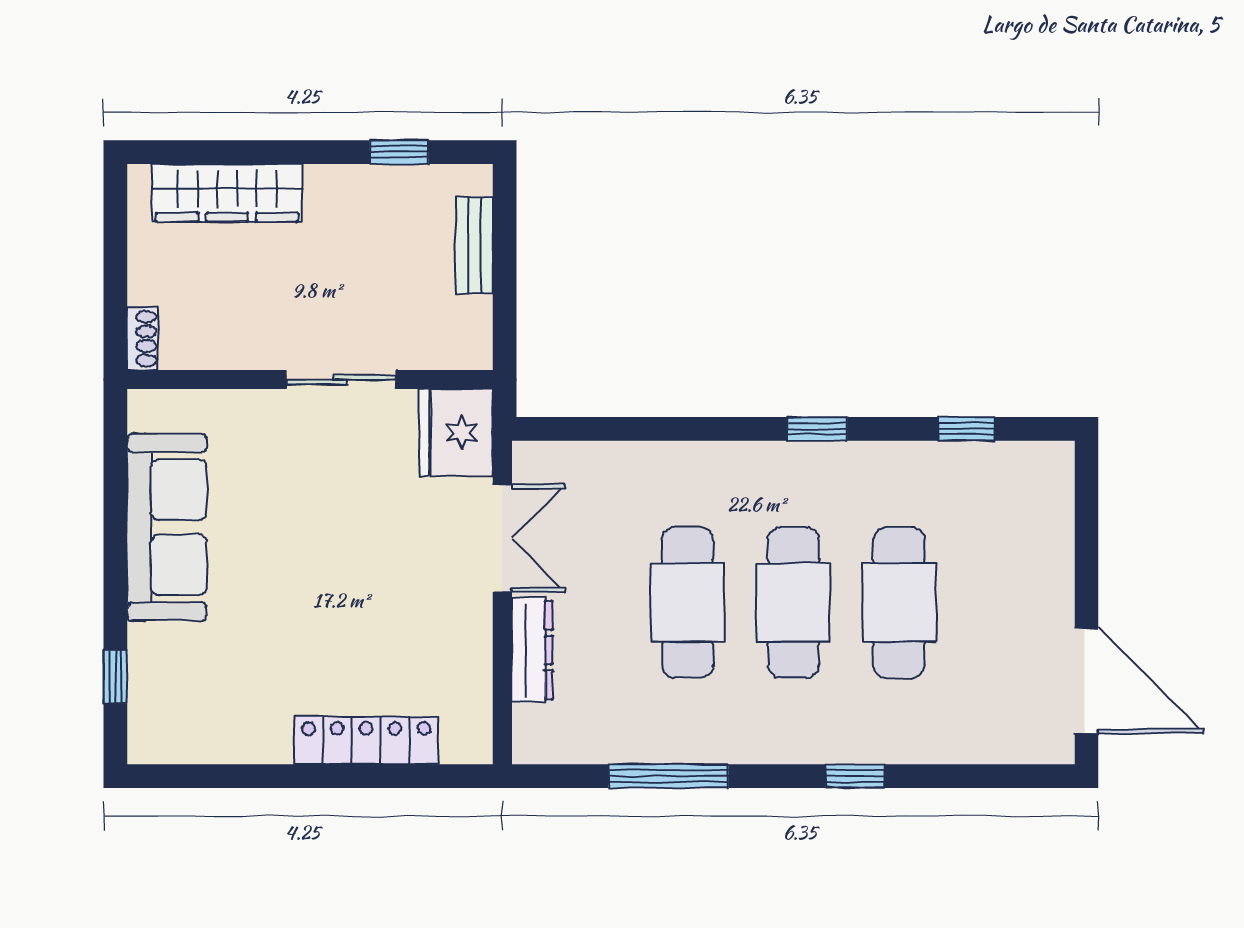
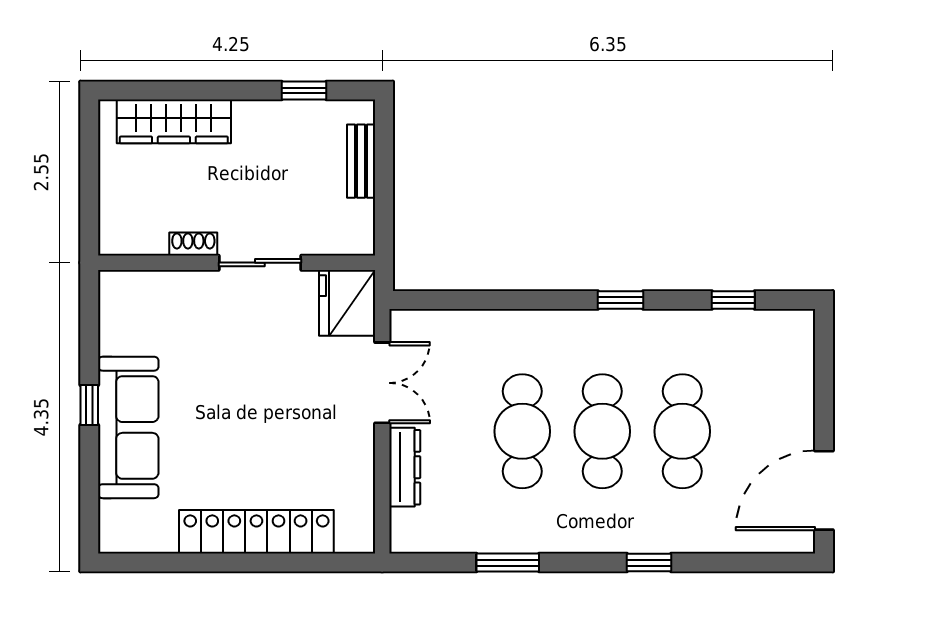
shoe rack: (142, 339) -> (193, 244), moved, turned -90
sofa: (167, 527) -> (128, 427), moved
window: (115, 677) -> (89, 405), moved
door: (1087, 681) -> (824, 490), swing flipped
locker: (366, 740) -> (256, 532), width x1.41, depth x1.21
window: (668, 776) -> (508, 563), width x0.69

